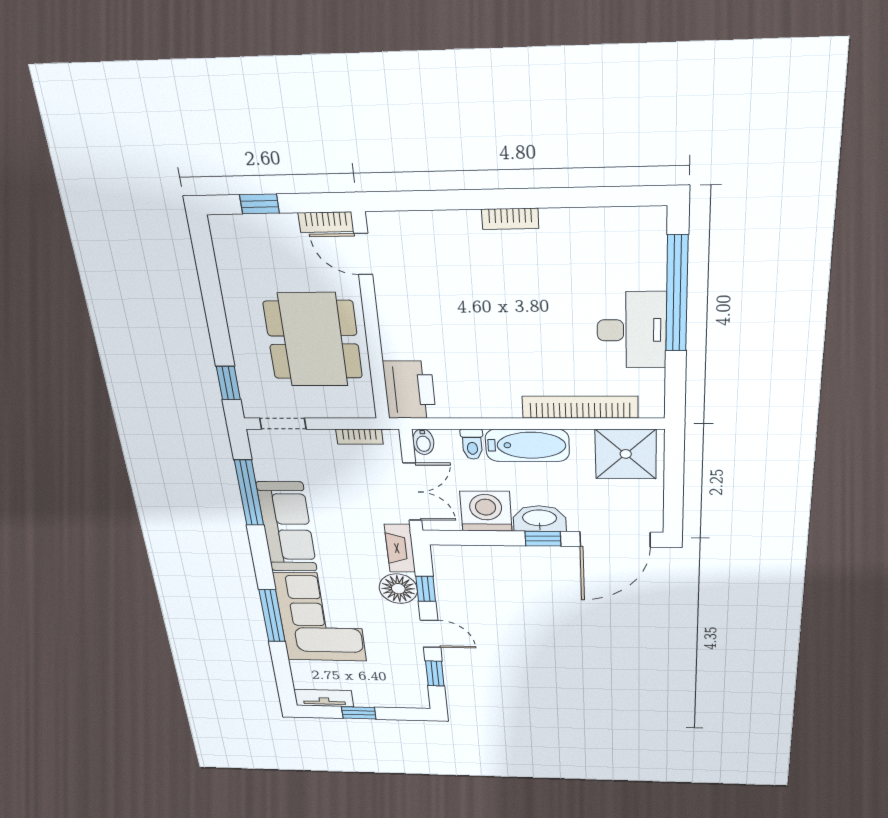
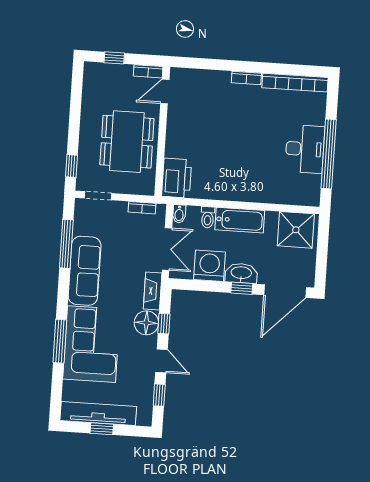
door: (363, 254) -> (165, 92), hinge flipped
window: (677, 294) -> (329, 154), moved
bookcase: (580, 407) -> (295, 83), moved, turned 180
tv unit: (324, 698) -> (98, 414), width x1.92, depth x1.29

